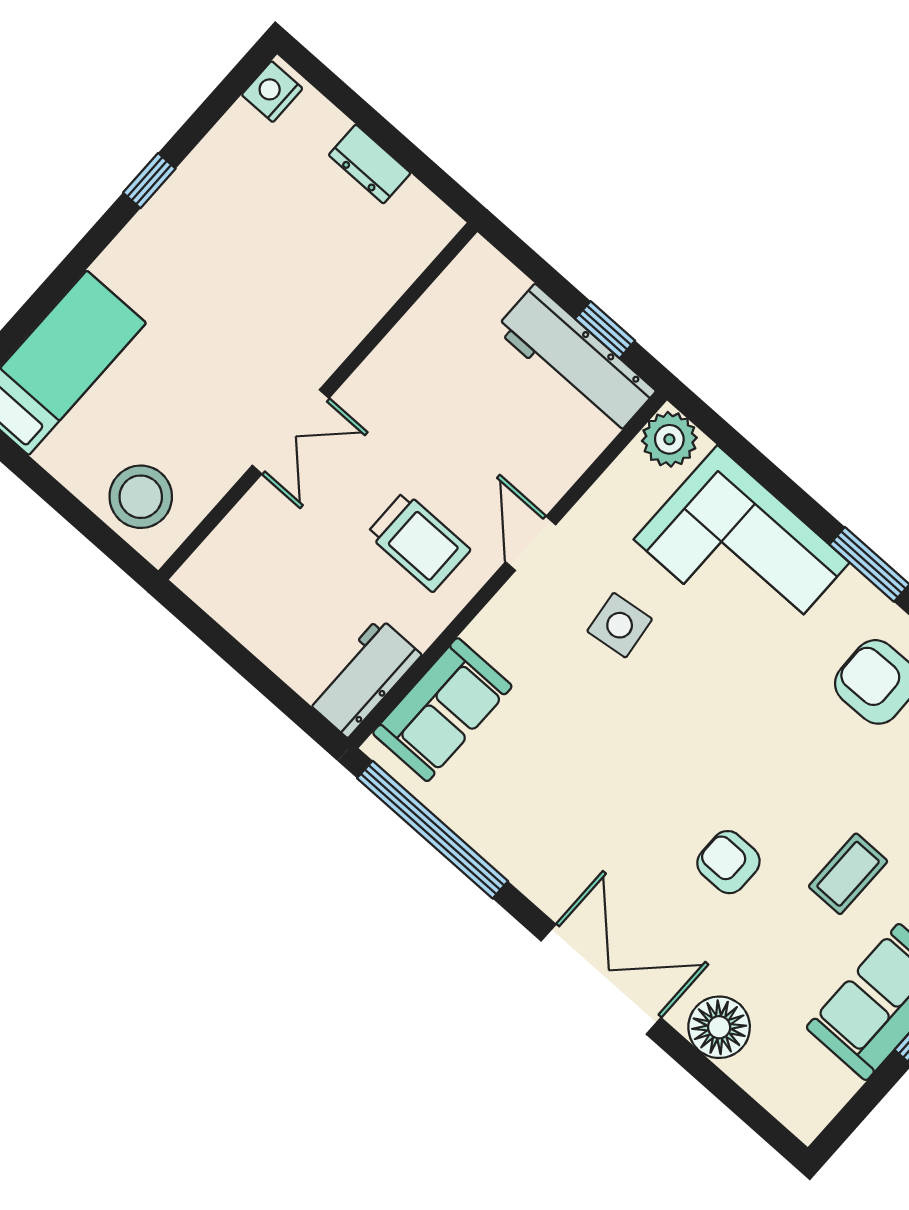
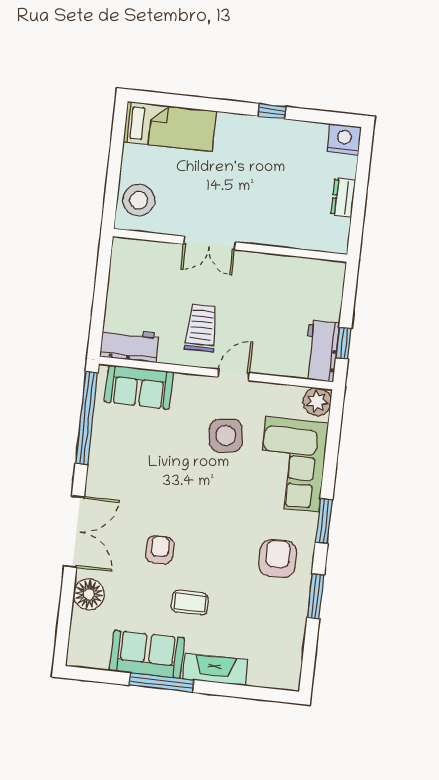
nightstand: (272, 92) -> (344, 139), width x1.36, depth x1.33
workbench: (575, 360) -> (321, 351), width x0.73
trolley: (419, 542) -> (202, 328), turned 180
side table: (620, 625) -> (226, 436), width x1.37, depth x1.37

